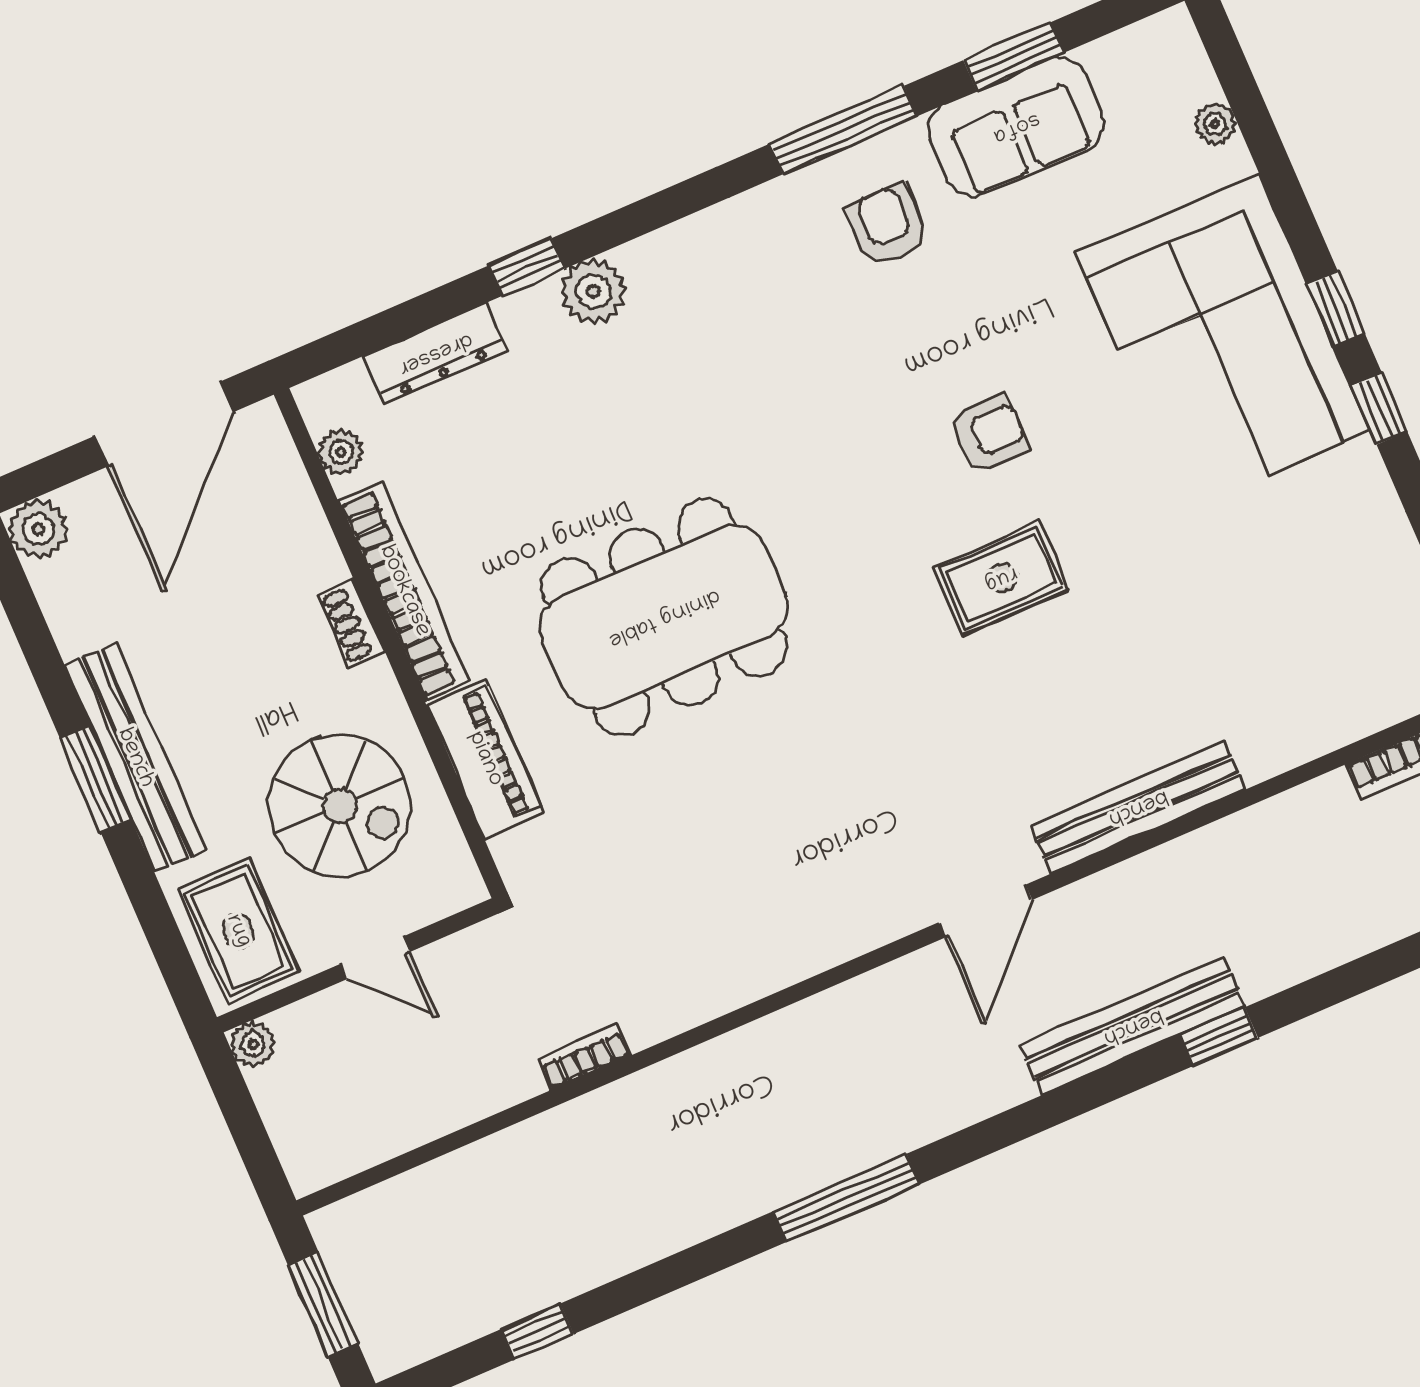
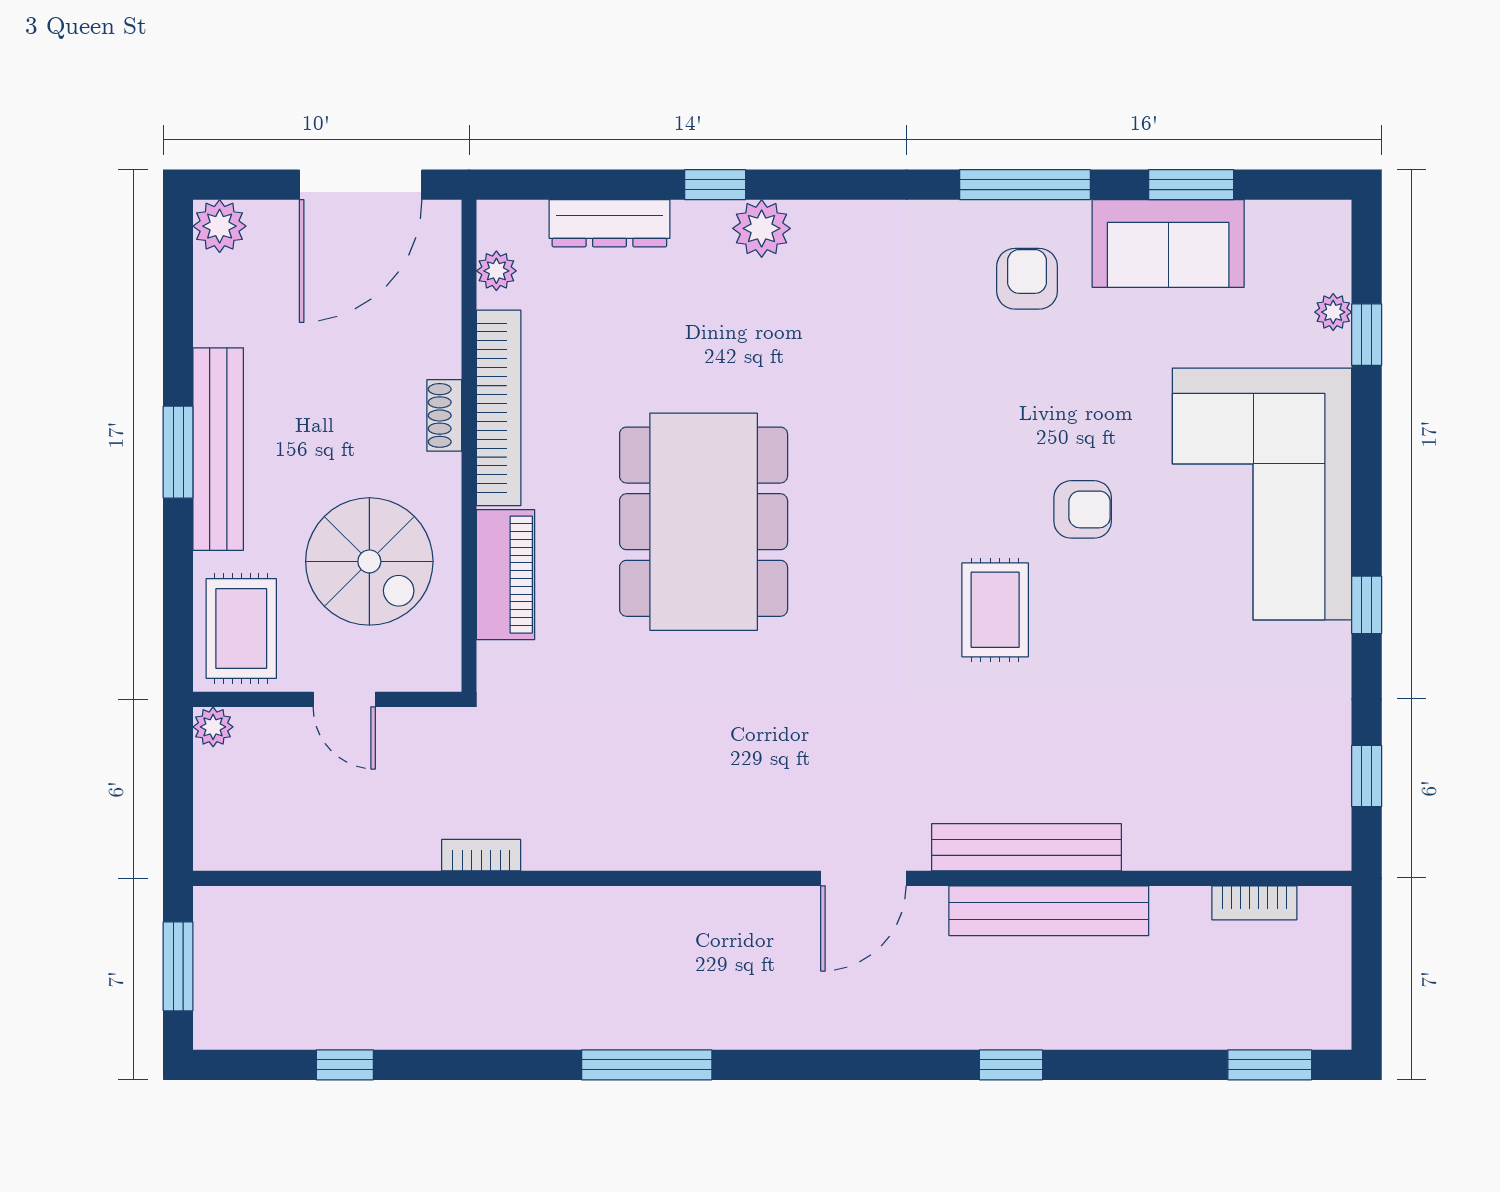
window: (1336, 309) -> (1367, 335), moved
armchair: (989, 433) -> (1083, 509), moved
rug: (1001, 578) -> (995, 610), turned 90
dining table: (664, 617) -> (704, 522), turned 90
bench: (1133, 1026) -> (1049, 911), moved

